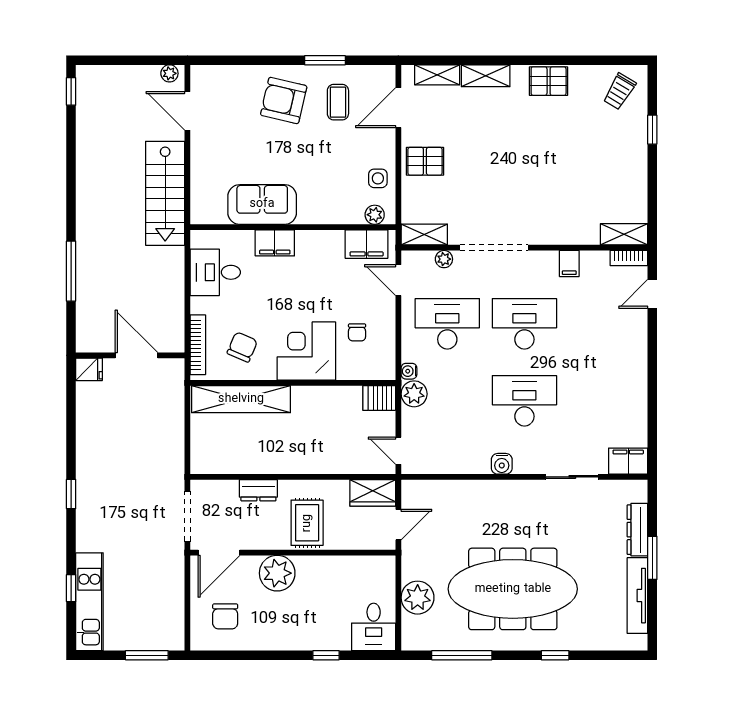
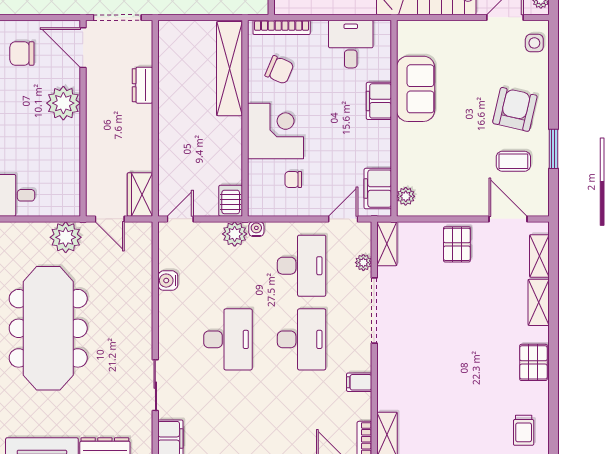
trolley: (620, 91) -> (524, 430), turned -121
side table: (378, 178) -> (534, 43), moved
water cooler: (502, 464) -> (168, 281), moved
rug: (307, 523) -> (111, 132), removed
plant: (418, 598) -> (66, 237), moved

